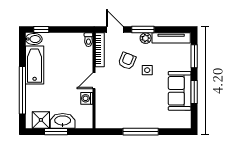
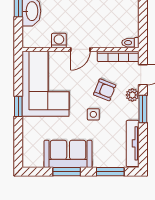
plant: (146, 38) -> (132, 95), moved
door: (94, 81) -> (80, 49), swing flipped
corner sofa: (122, 109) -> (46, 84), added
window: (141, 132) -> (18, 106), width x0.46

